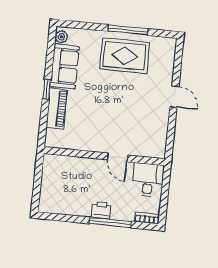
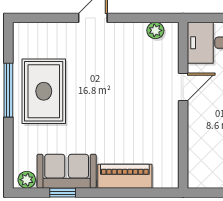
window: (47, 89) -> (63, 193), moved
plant: (161, 141) -> (155, 30), added

